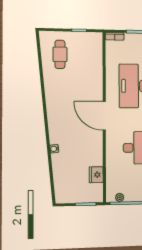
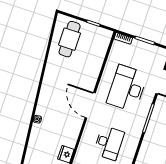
cafe table: (60, 54) -> (70, 39), width x1.37, depth x1.35

